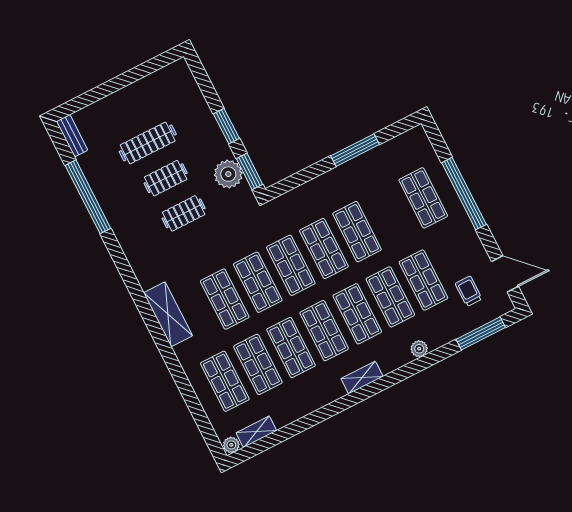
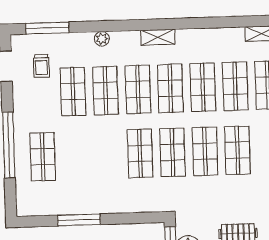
shop shelf: (357, 232) -> (108, 155), removed

